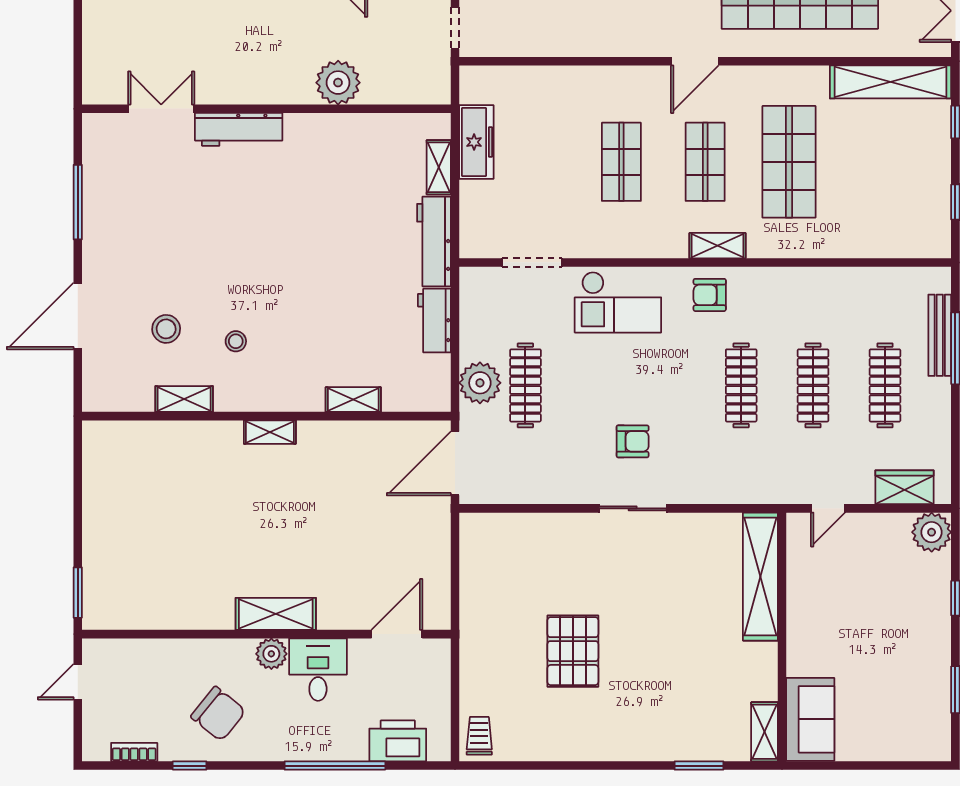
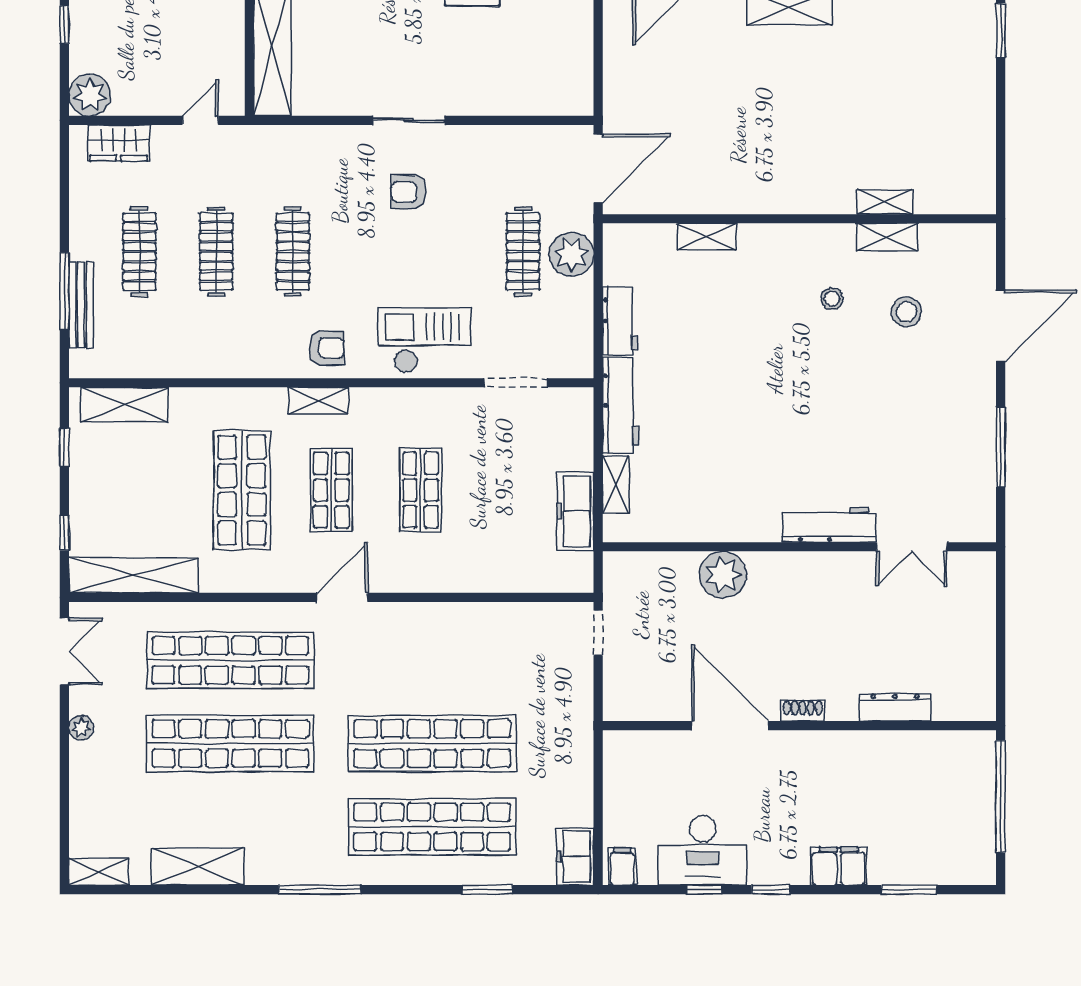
shelving: (899, 242) -> (125, 405), added
shelving: (270, 432) -> (884, 202), moved

